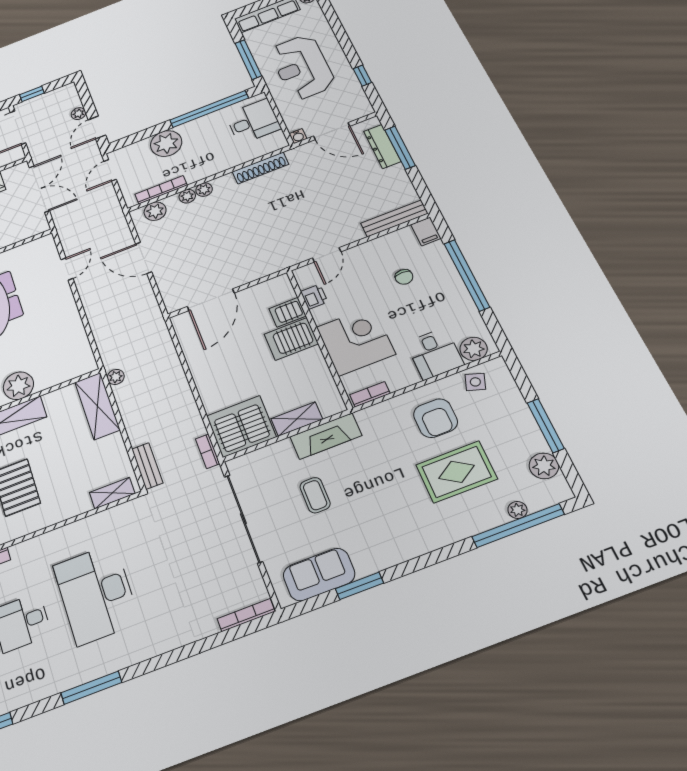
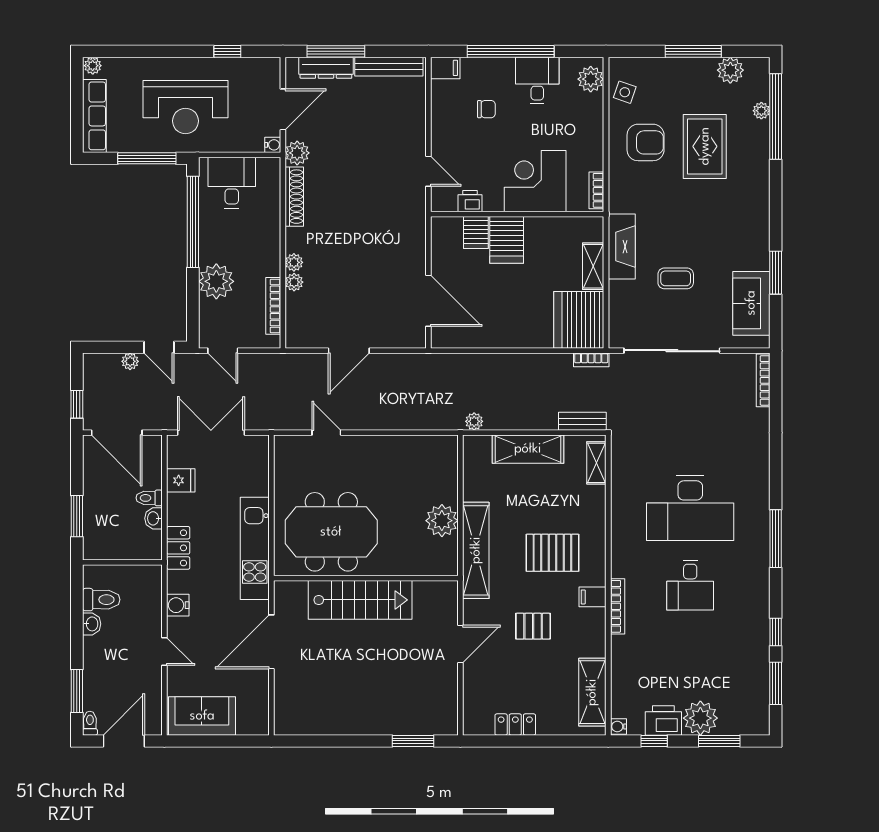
plant: (155, 211) -> (297, 153), moved
bench: (394, 218) -> (389, 67), moved, turned 90
desk: (435, 354) -> (537, 80), moved, turned -90
shelving: (97, 406) -> (528, 449), moved

